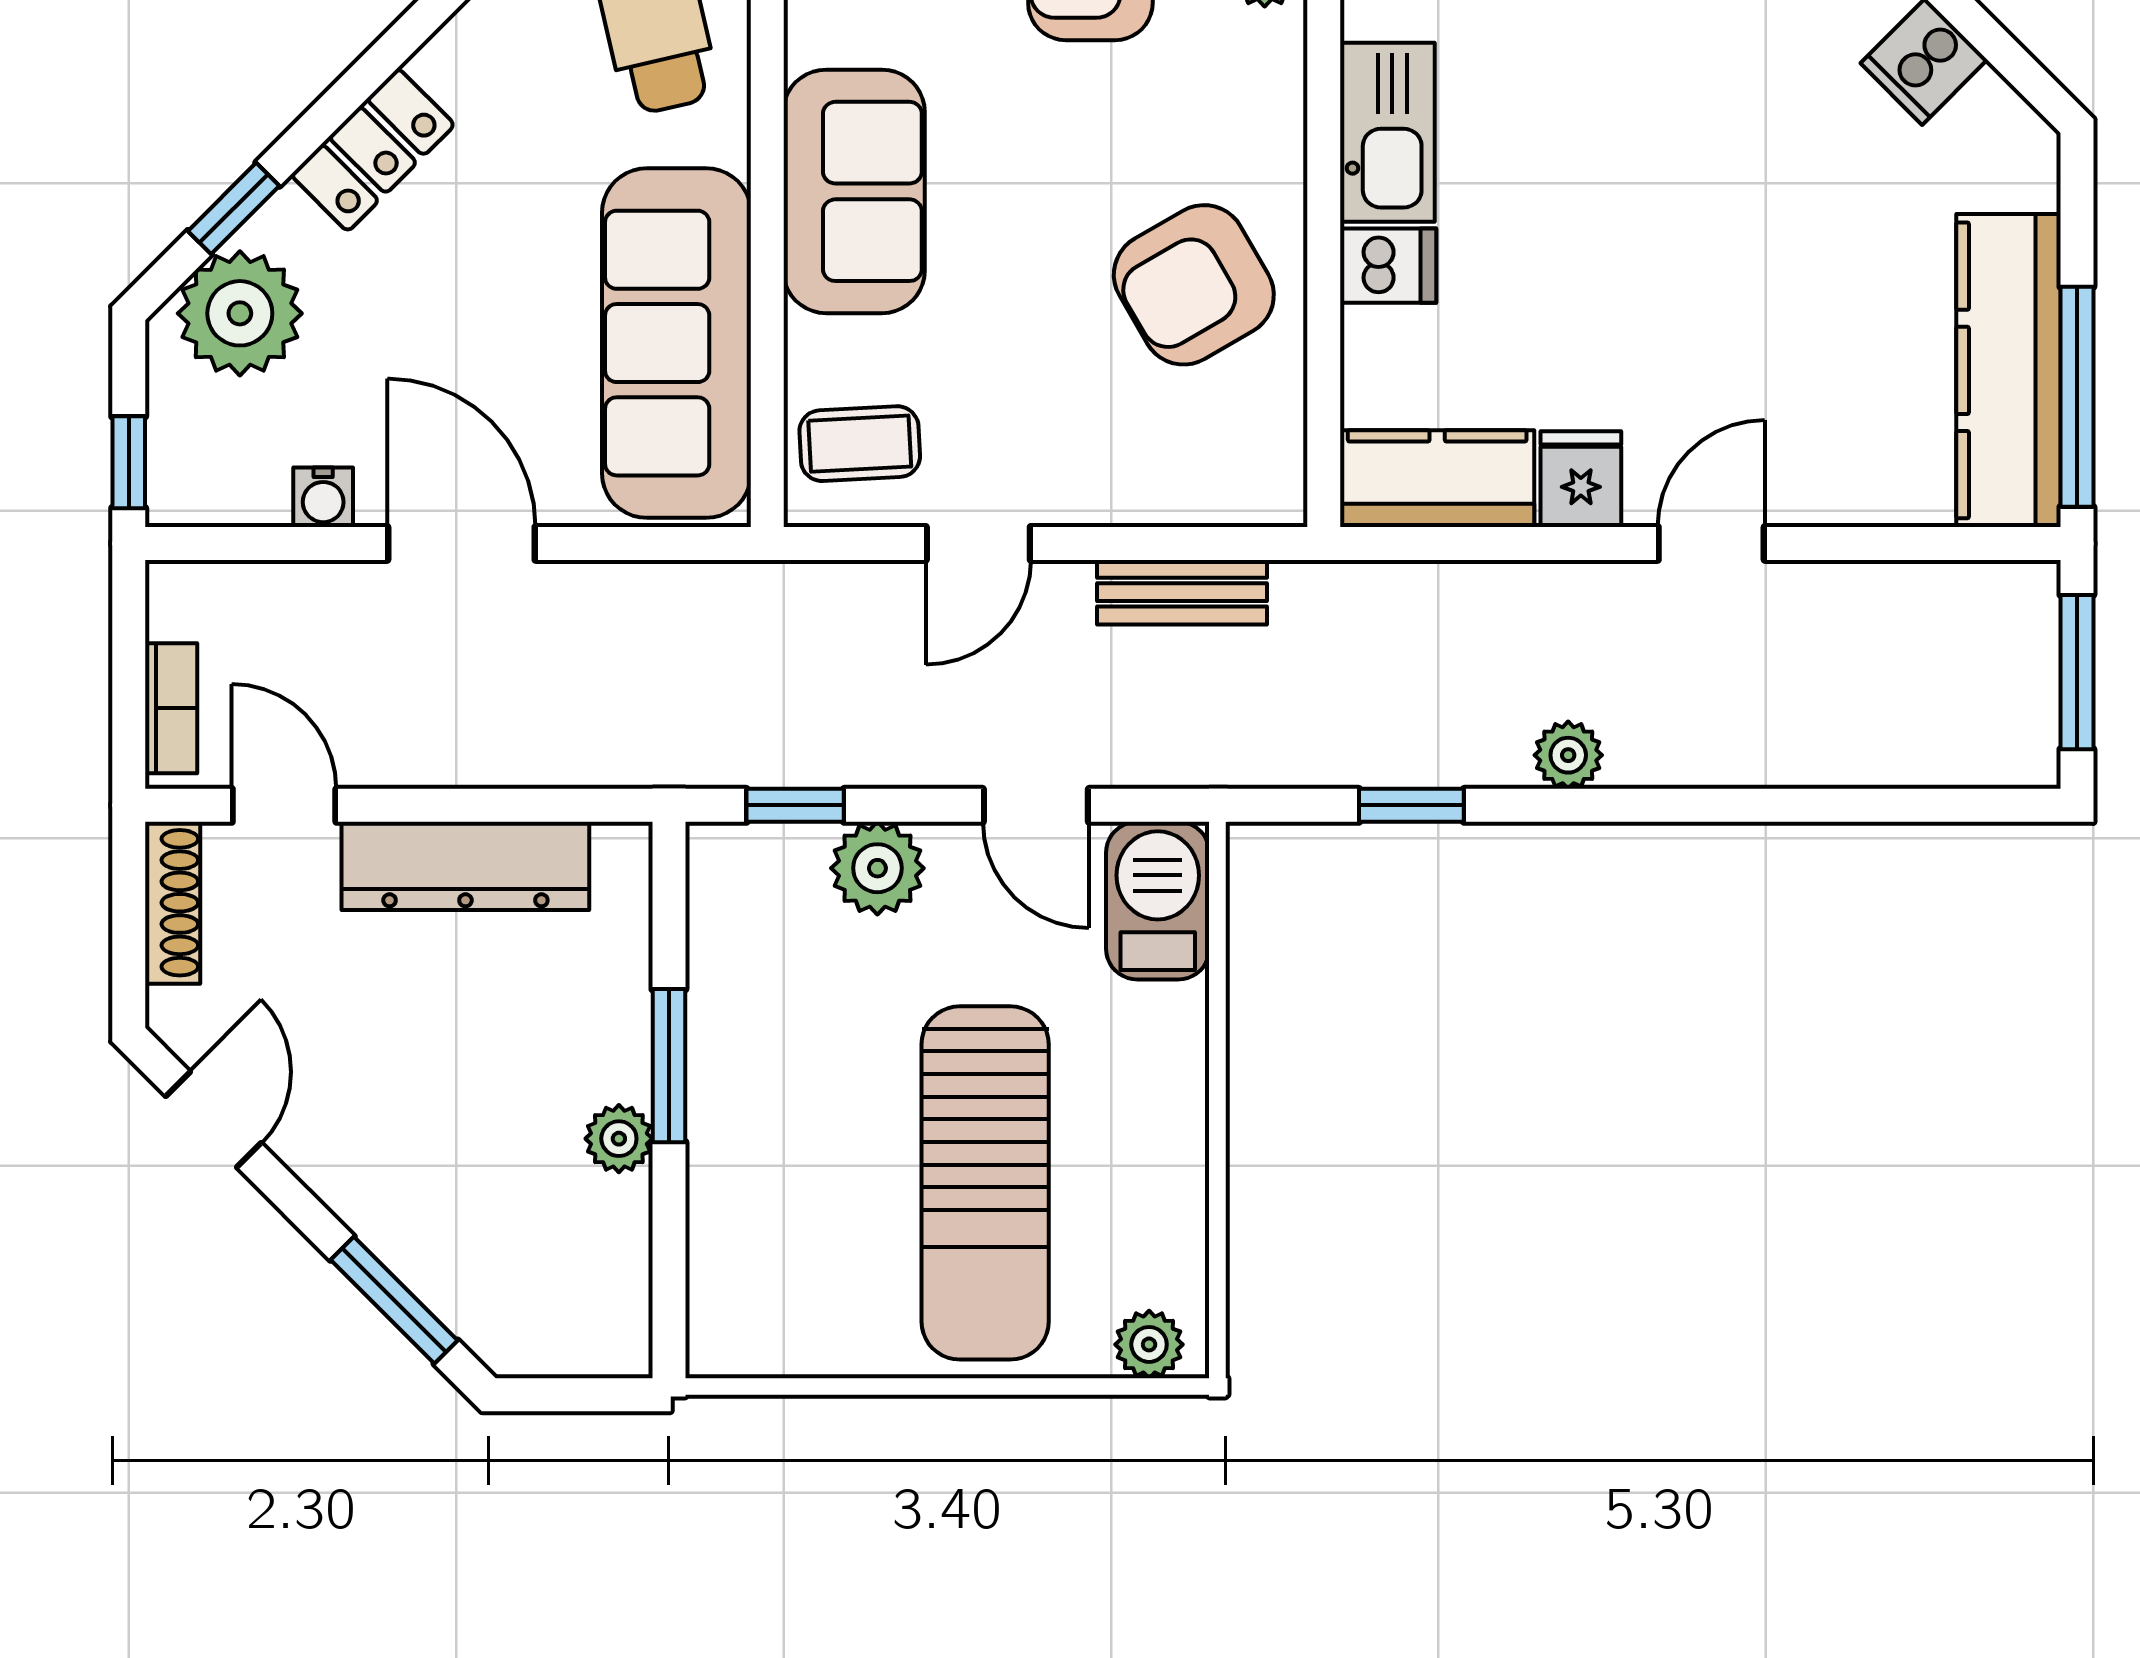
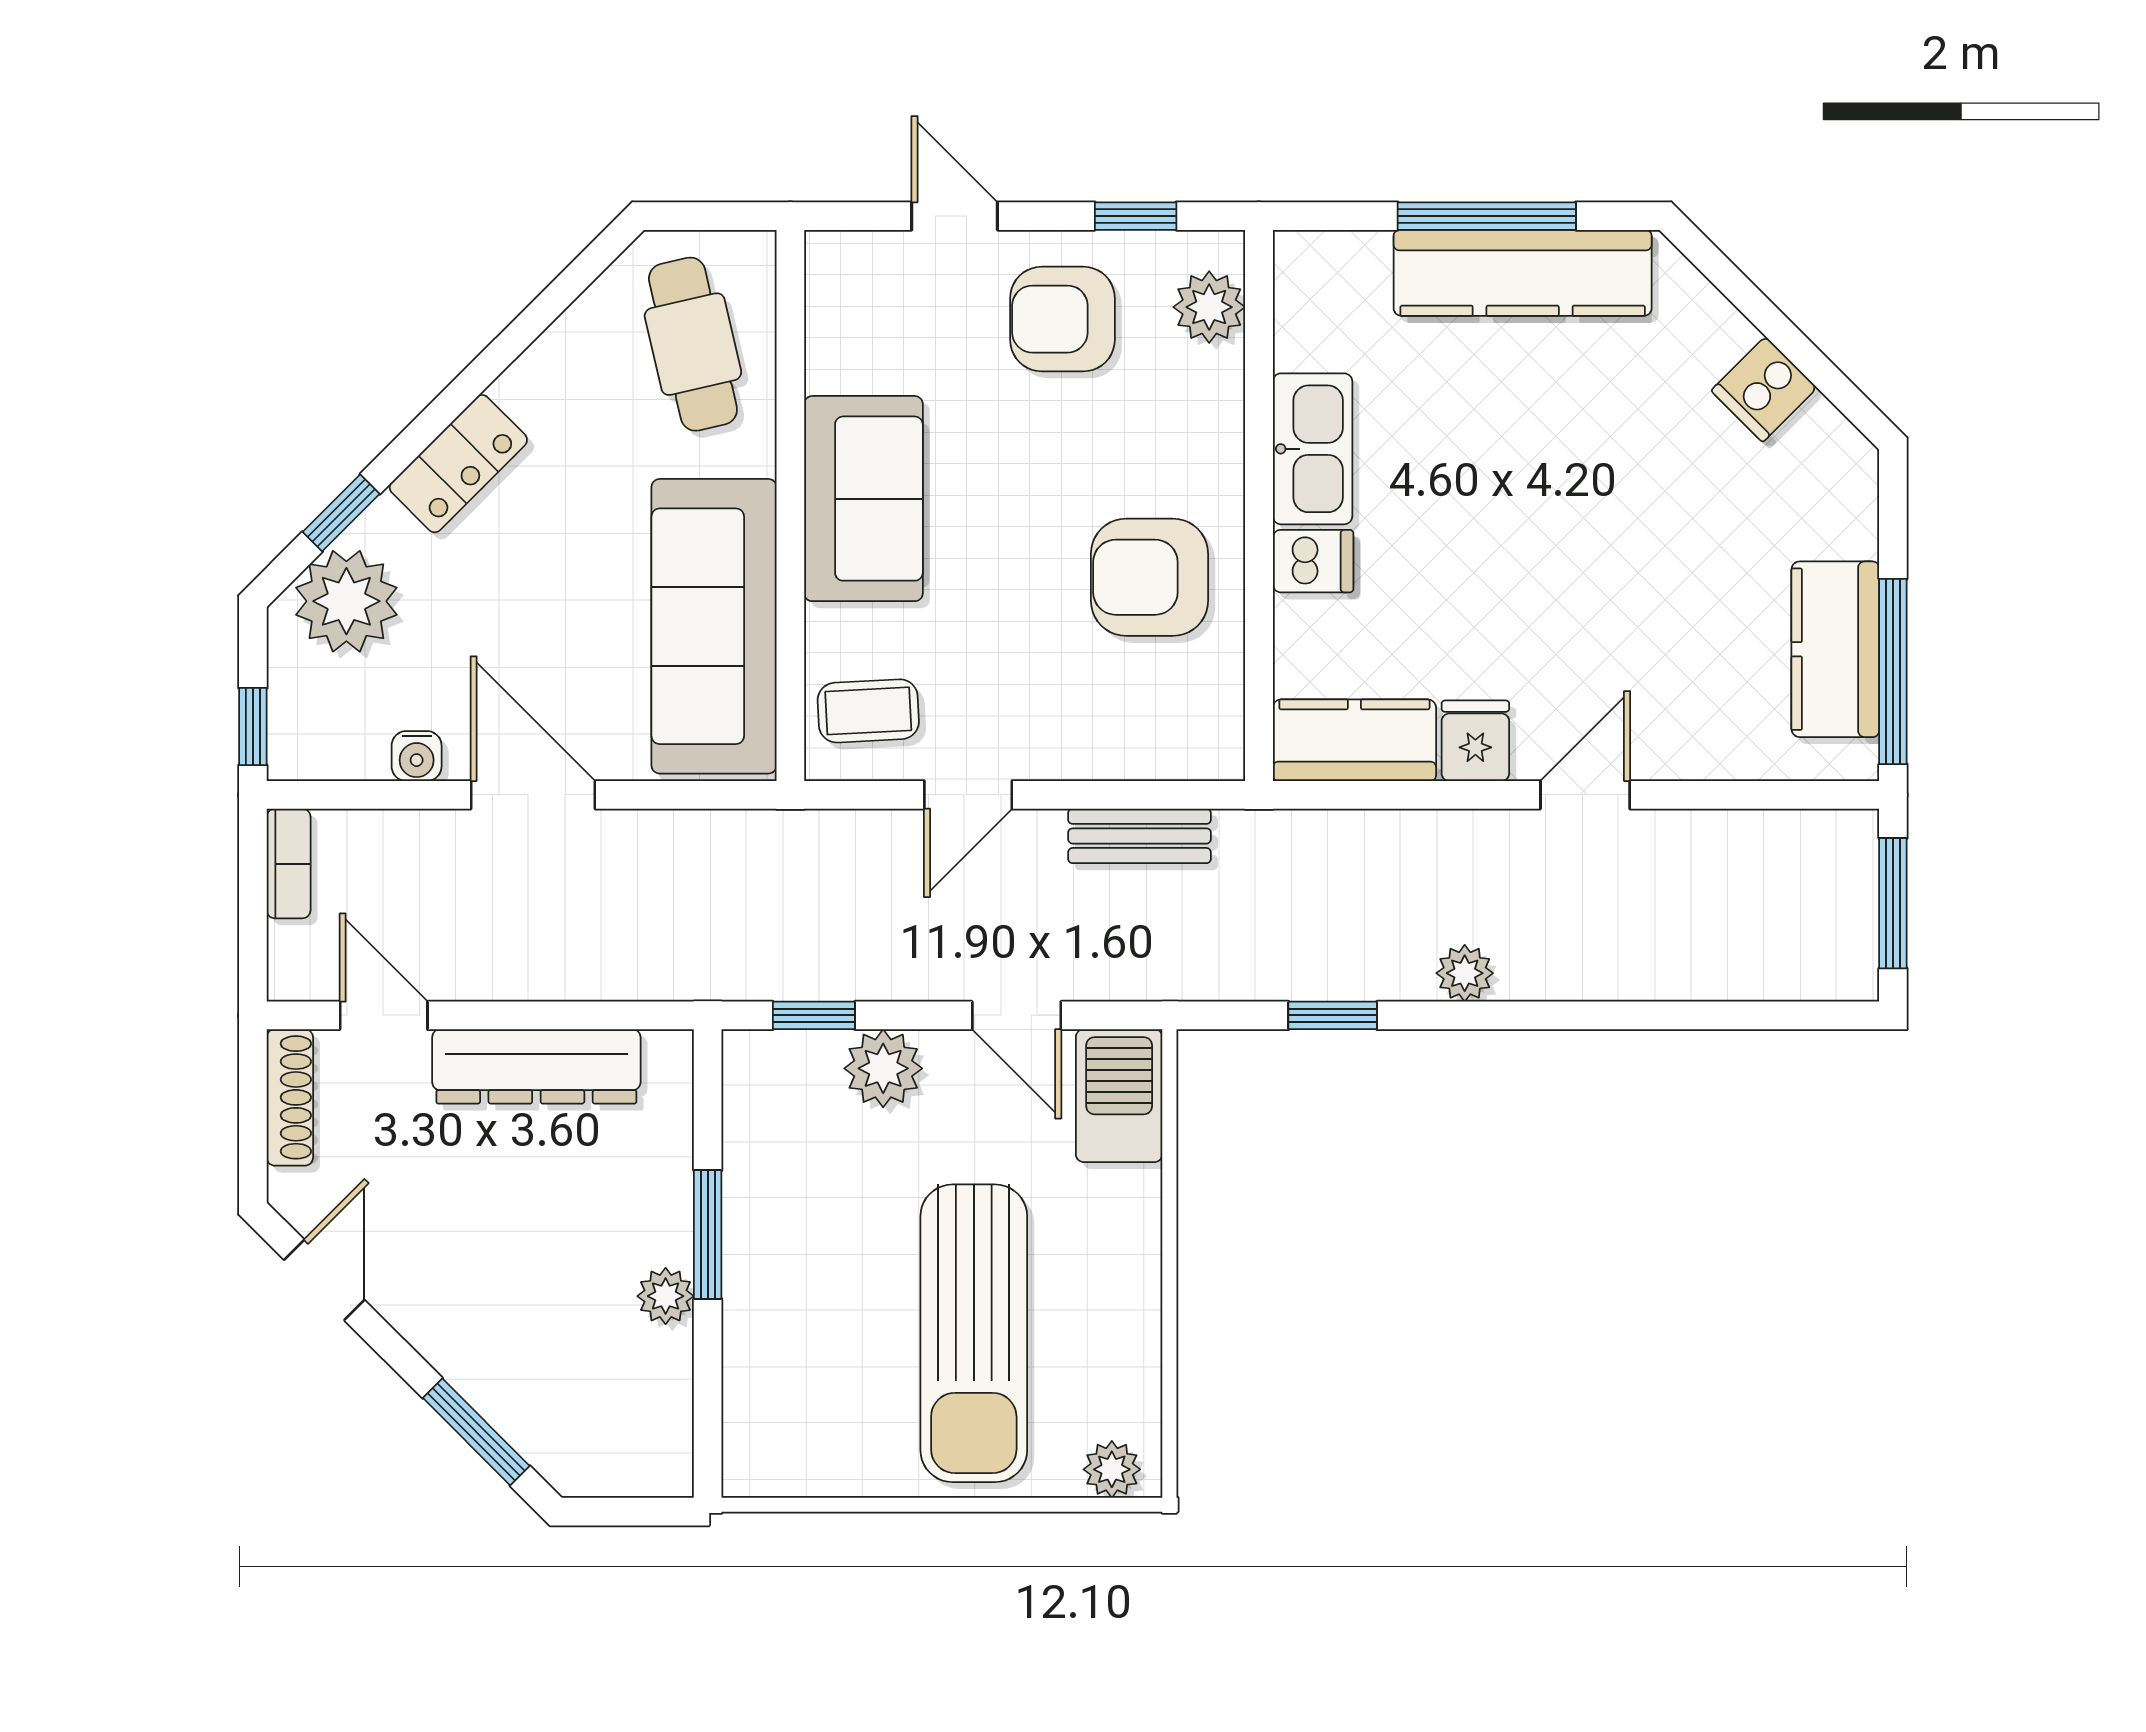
armchair: (1194, 285) -> (1150, 577), turned 30
kitchen counter: (2008, 370) -> (1835, 649), width x0.67
bookcase: (171, 708) -> (289, 864), moved

